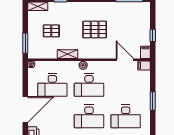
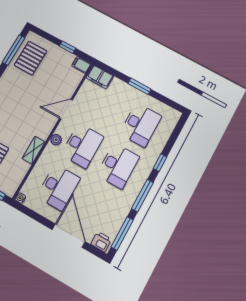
pallet: (95, 30) -> (31, 58), moved
door: (125, 60) -> (66, 109), moved
filing cabinet: (144, 65) -> (100, 77), width x2.00

